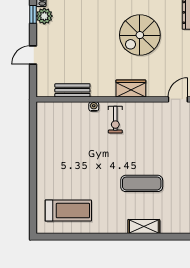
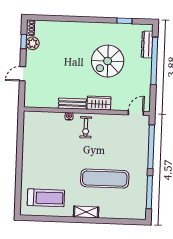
bench: (72, 90) -> (72, 104), moved
exercise mat: (142, 183) -> (105, 179), width x1.36, depth x1.45
shelving: (144, 226) -> (86, 212), moved

